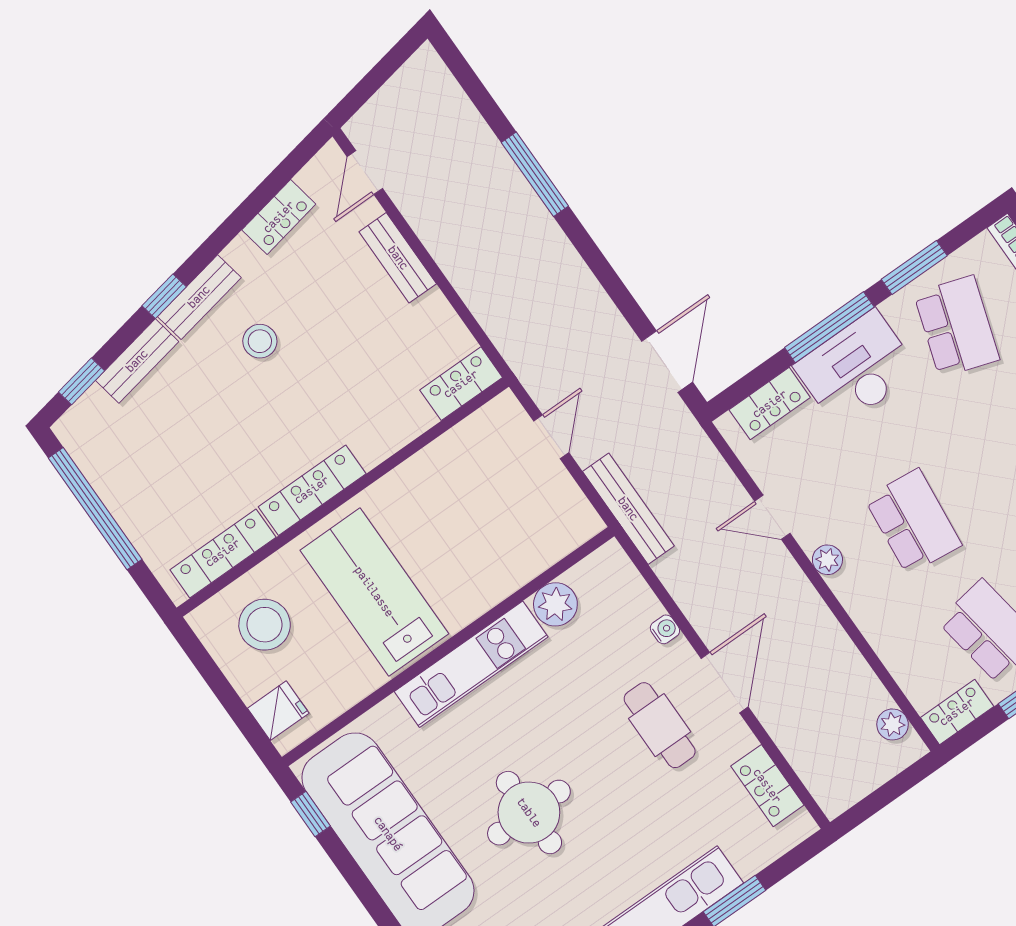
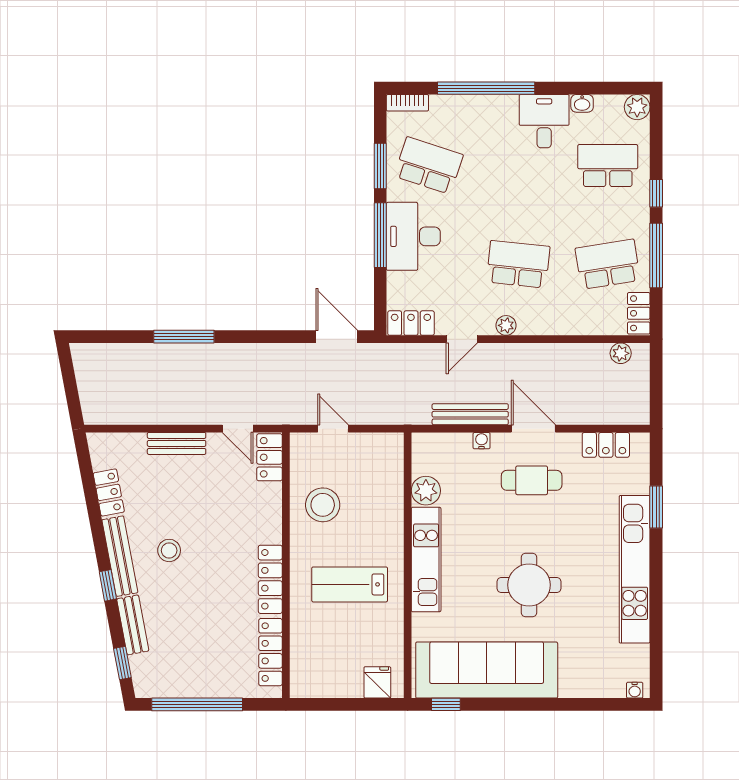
door: (365, 173) -> (238, 429), moved
bench: (199, 297) -> (120, 556), width x1.36
locker: (770, 404) -> (411, 323), moved, turned -90
bench: (628, 509) -> (470, 414), moved
lab bench: (374, 592) -> (350, 584), width x0.73, depth x0.72
stool: (265, 625) -> (323, 505), moved

